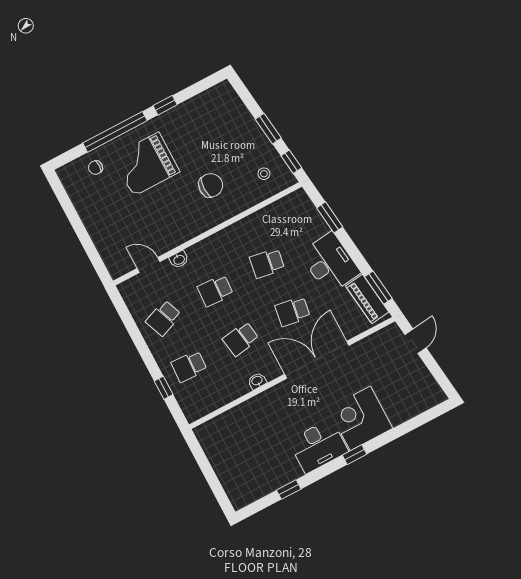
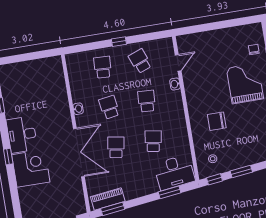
chair: (211, 185) -> (217, 121), turned 90
desk: (330, 263) -> (174, 172), moved
window: (164, 388) -> (119, 42), moved

